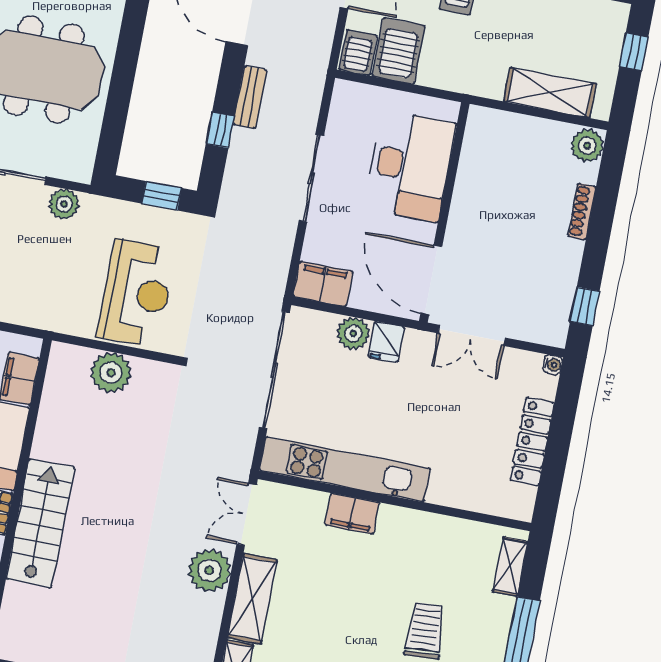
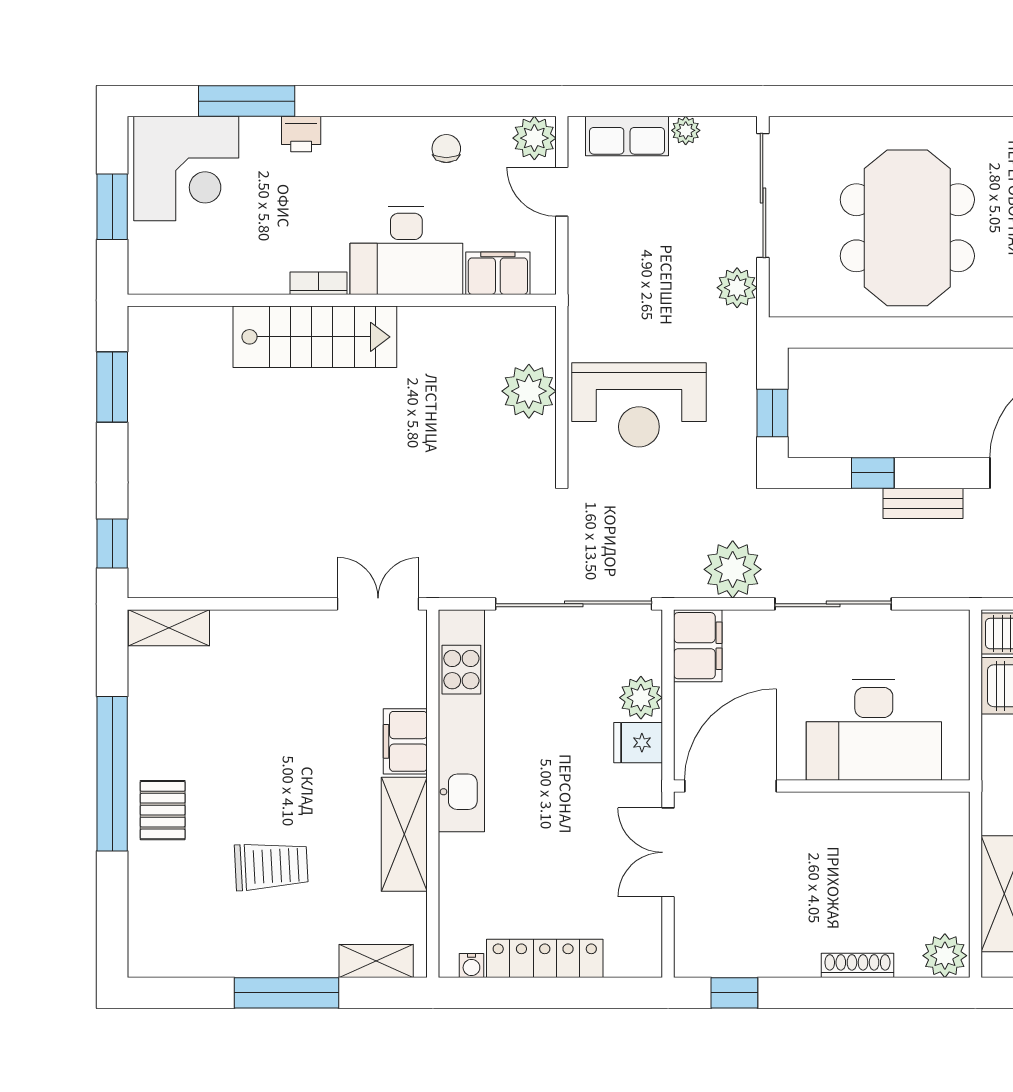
water cooler: (553, 365) -> (471, 966), moved
plant: (209, 570) -> (733, 569), moved
shelving: (252, 599) -> (404, 834), moved, turned 90

